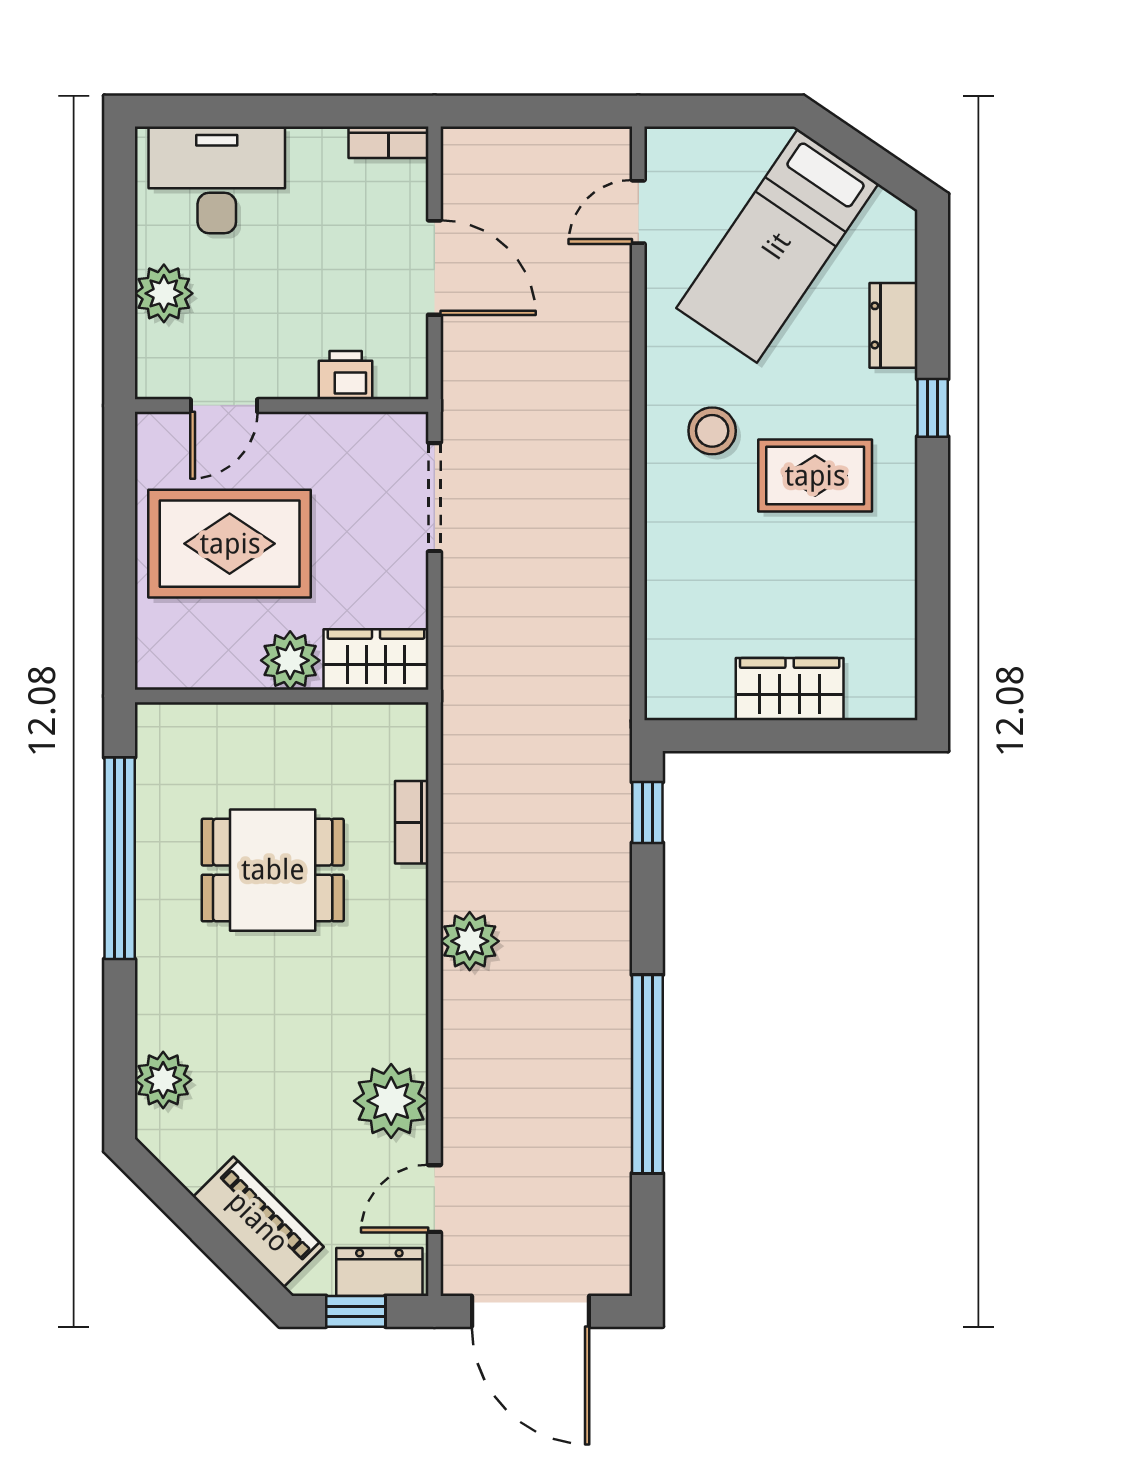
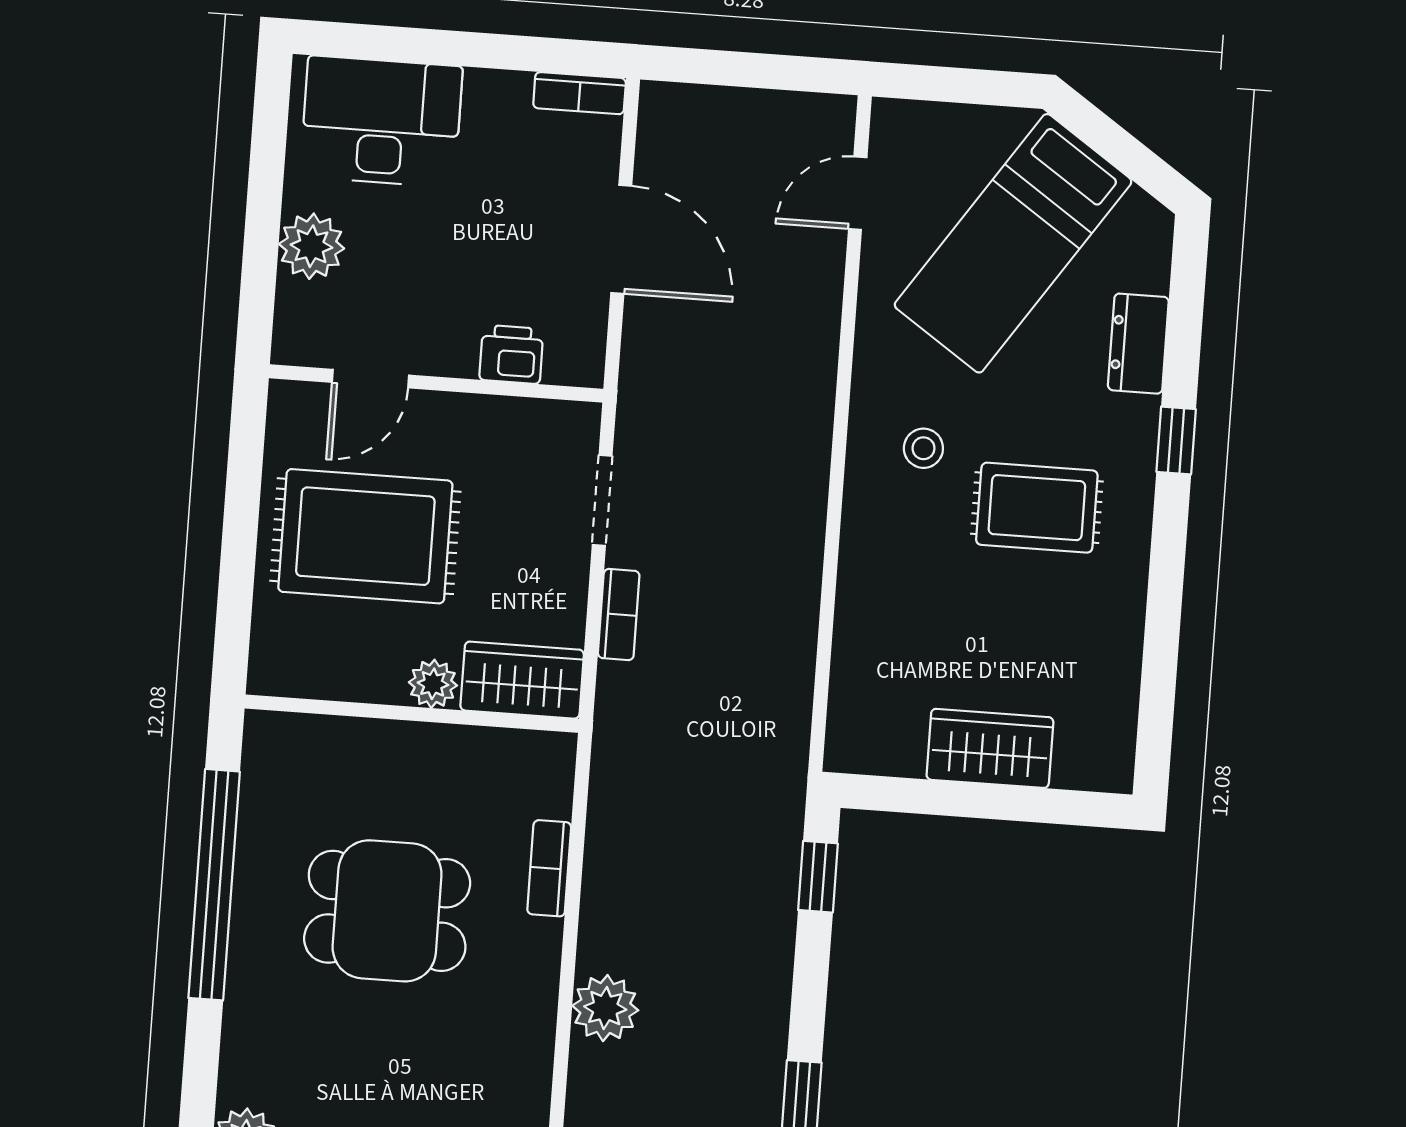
stool: (712, 431) -> (923, 448), width x0.73, depth x0.73
doorway: (434, 497) -> (602, 500), width x0.73
bookcase: (456, 596) -> (619, 615), added
plant: (290, 660) -> (433, 684), width x0.73, depth x0.73

